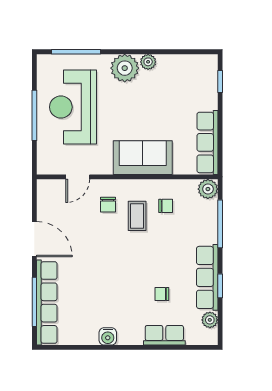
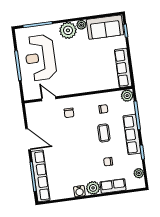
sofa: (143, 158) -> (105, 27), moved, turned 180
door: (78, 177) -> (49, 99), swing flipped
coffee table: (137, 216) -> (104, 133), moved
row of seats: (207, 277) -> (132, 134), moved
plant: (131, 334) -> (93, 188), added

